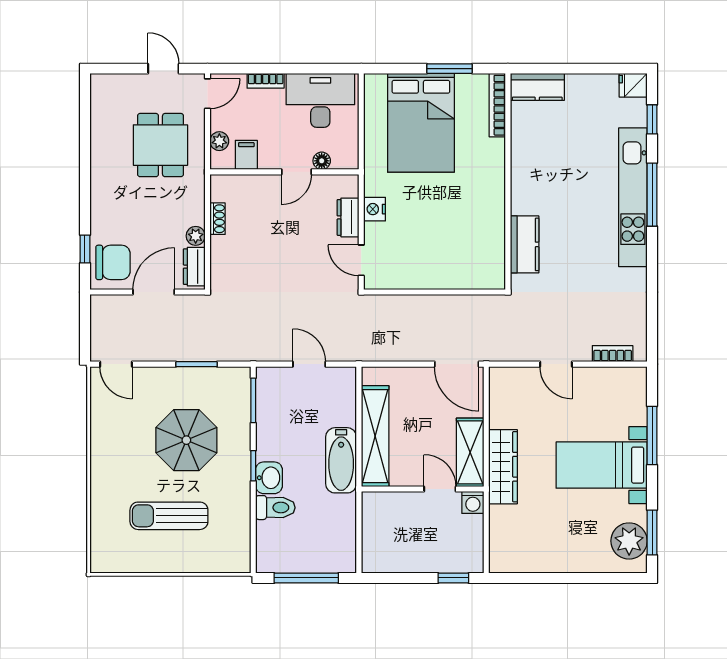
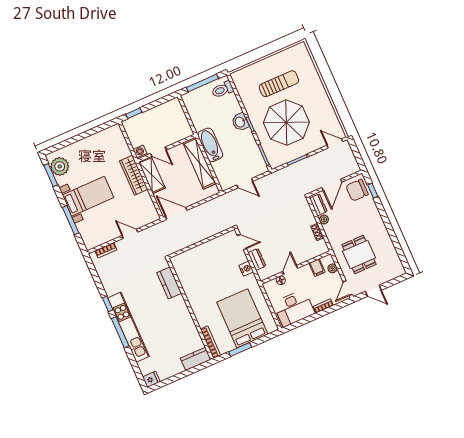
window: (652, 119) -> (108, 304), moved
parasol: (186, 440) -> (286, 123), width x1.36, depth x1.36
toilet: (275, 508) -> (222, 90), moved

